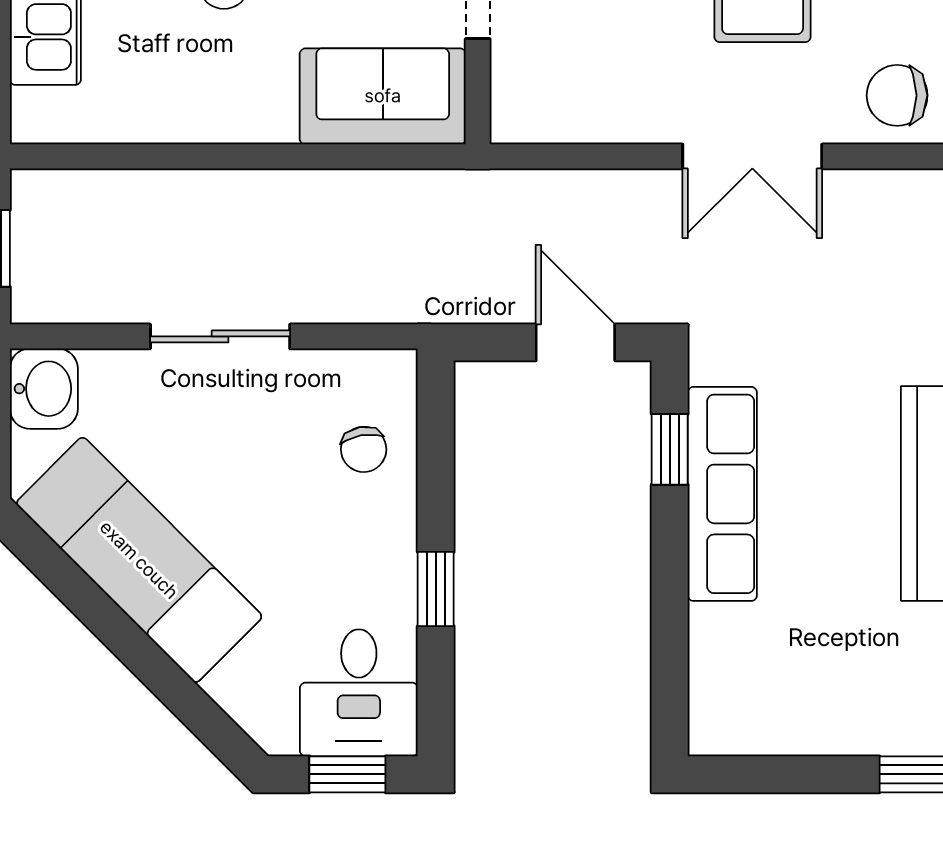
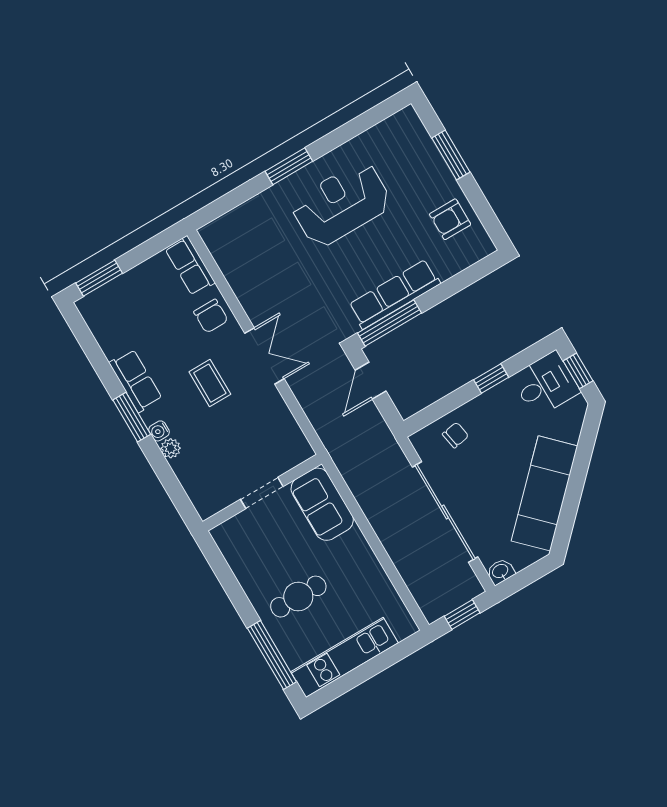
sliding door: (220, 336) -> (445, 512), width x1.86
washbasin: (44, 389) -> (500, 572), width x0.72, depth x0.69
window: (670, 449) -> (389, 323), width x2.17
armchair: (808, 696) -> (450, 219), added

